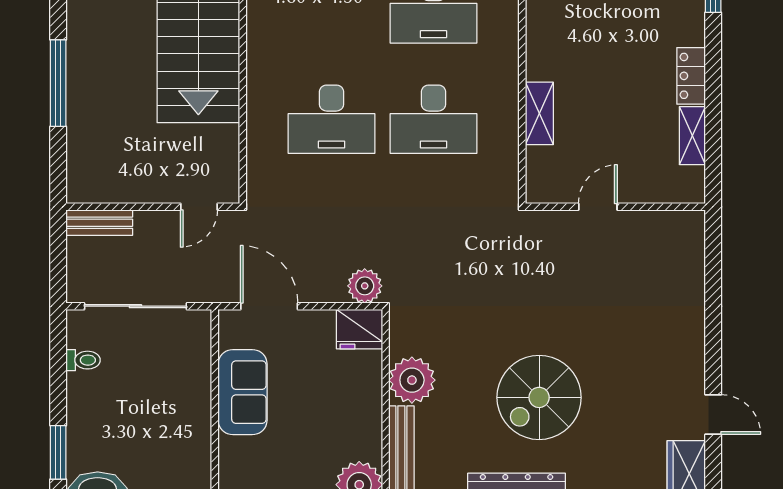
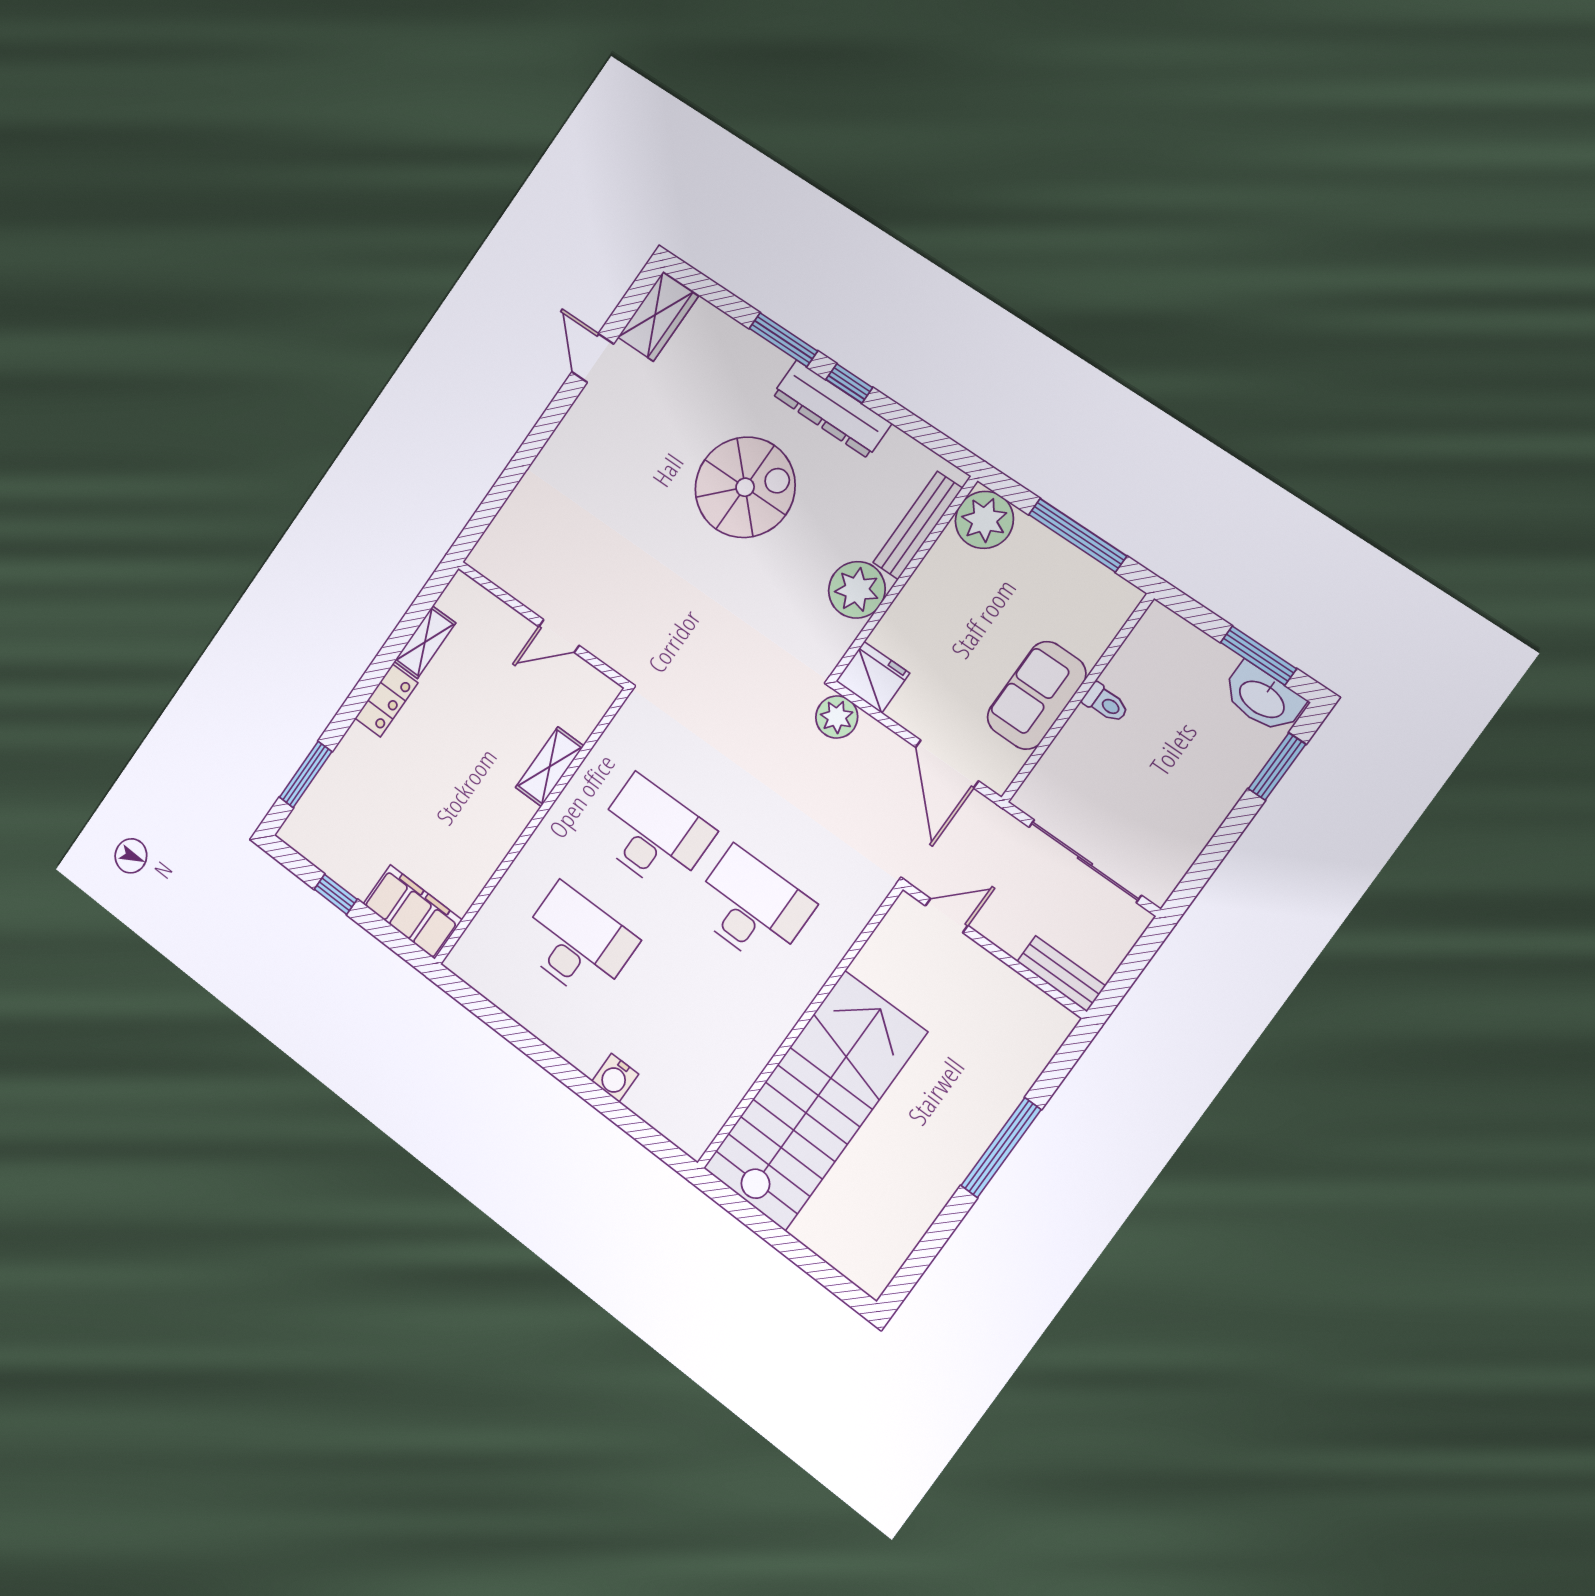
toilet: (83, 360) -> (1106, 703), moved, turned 180

